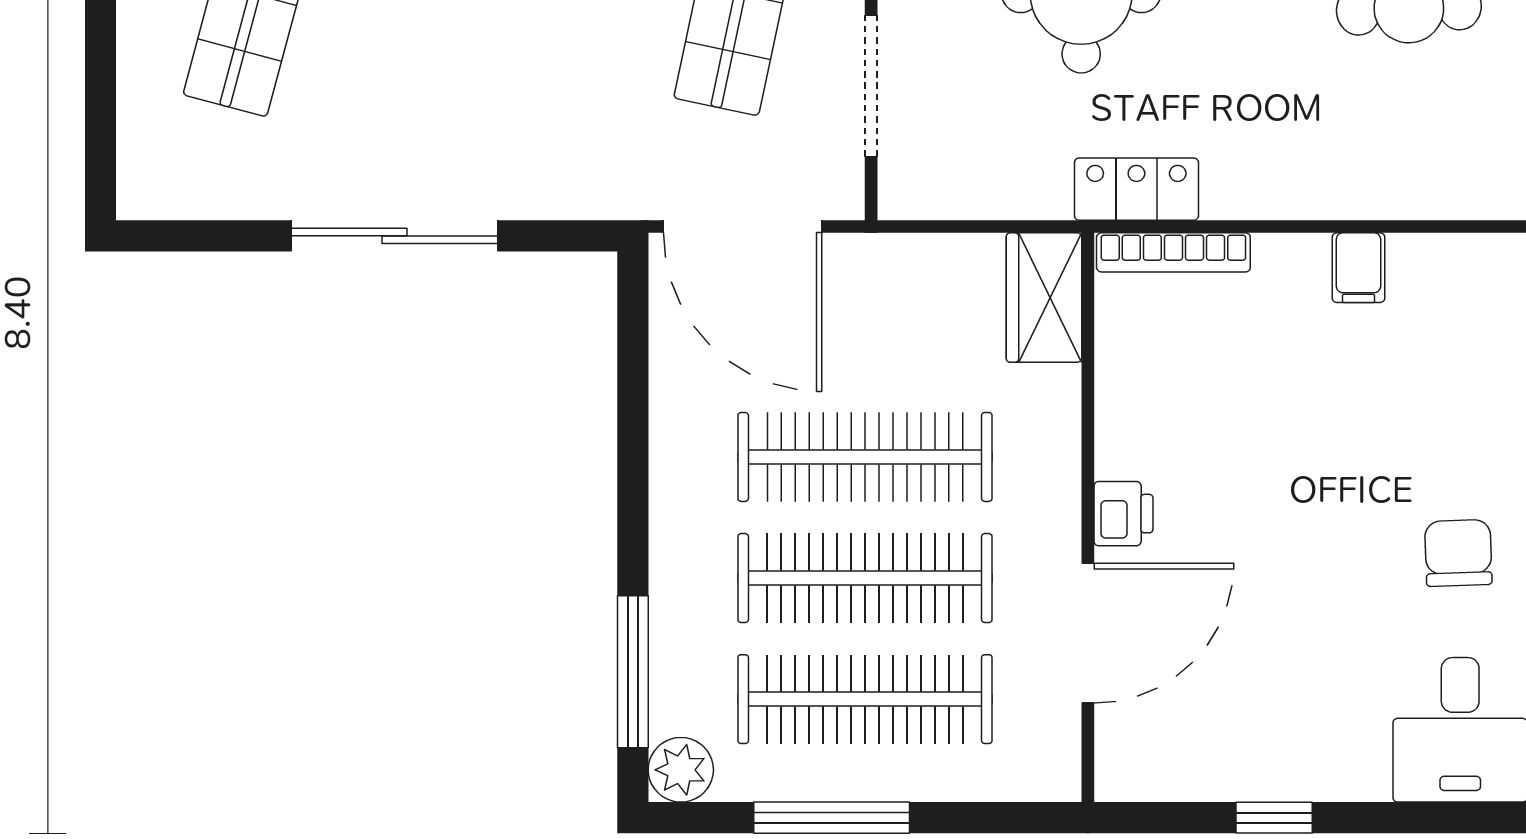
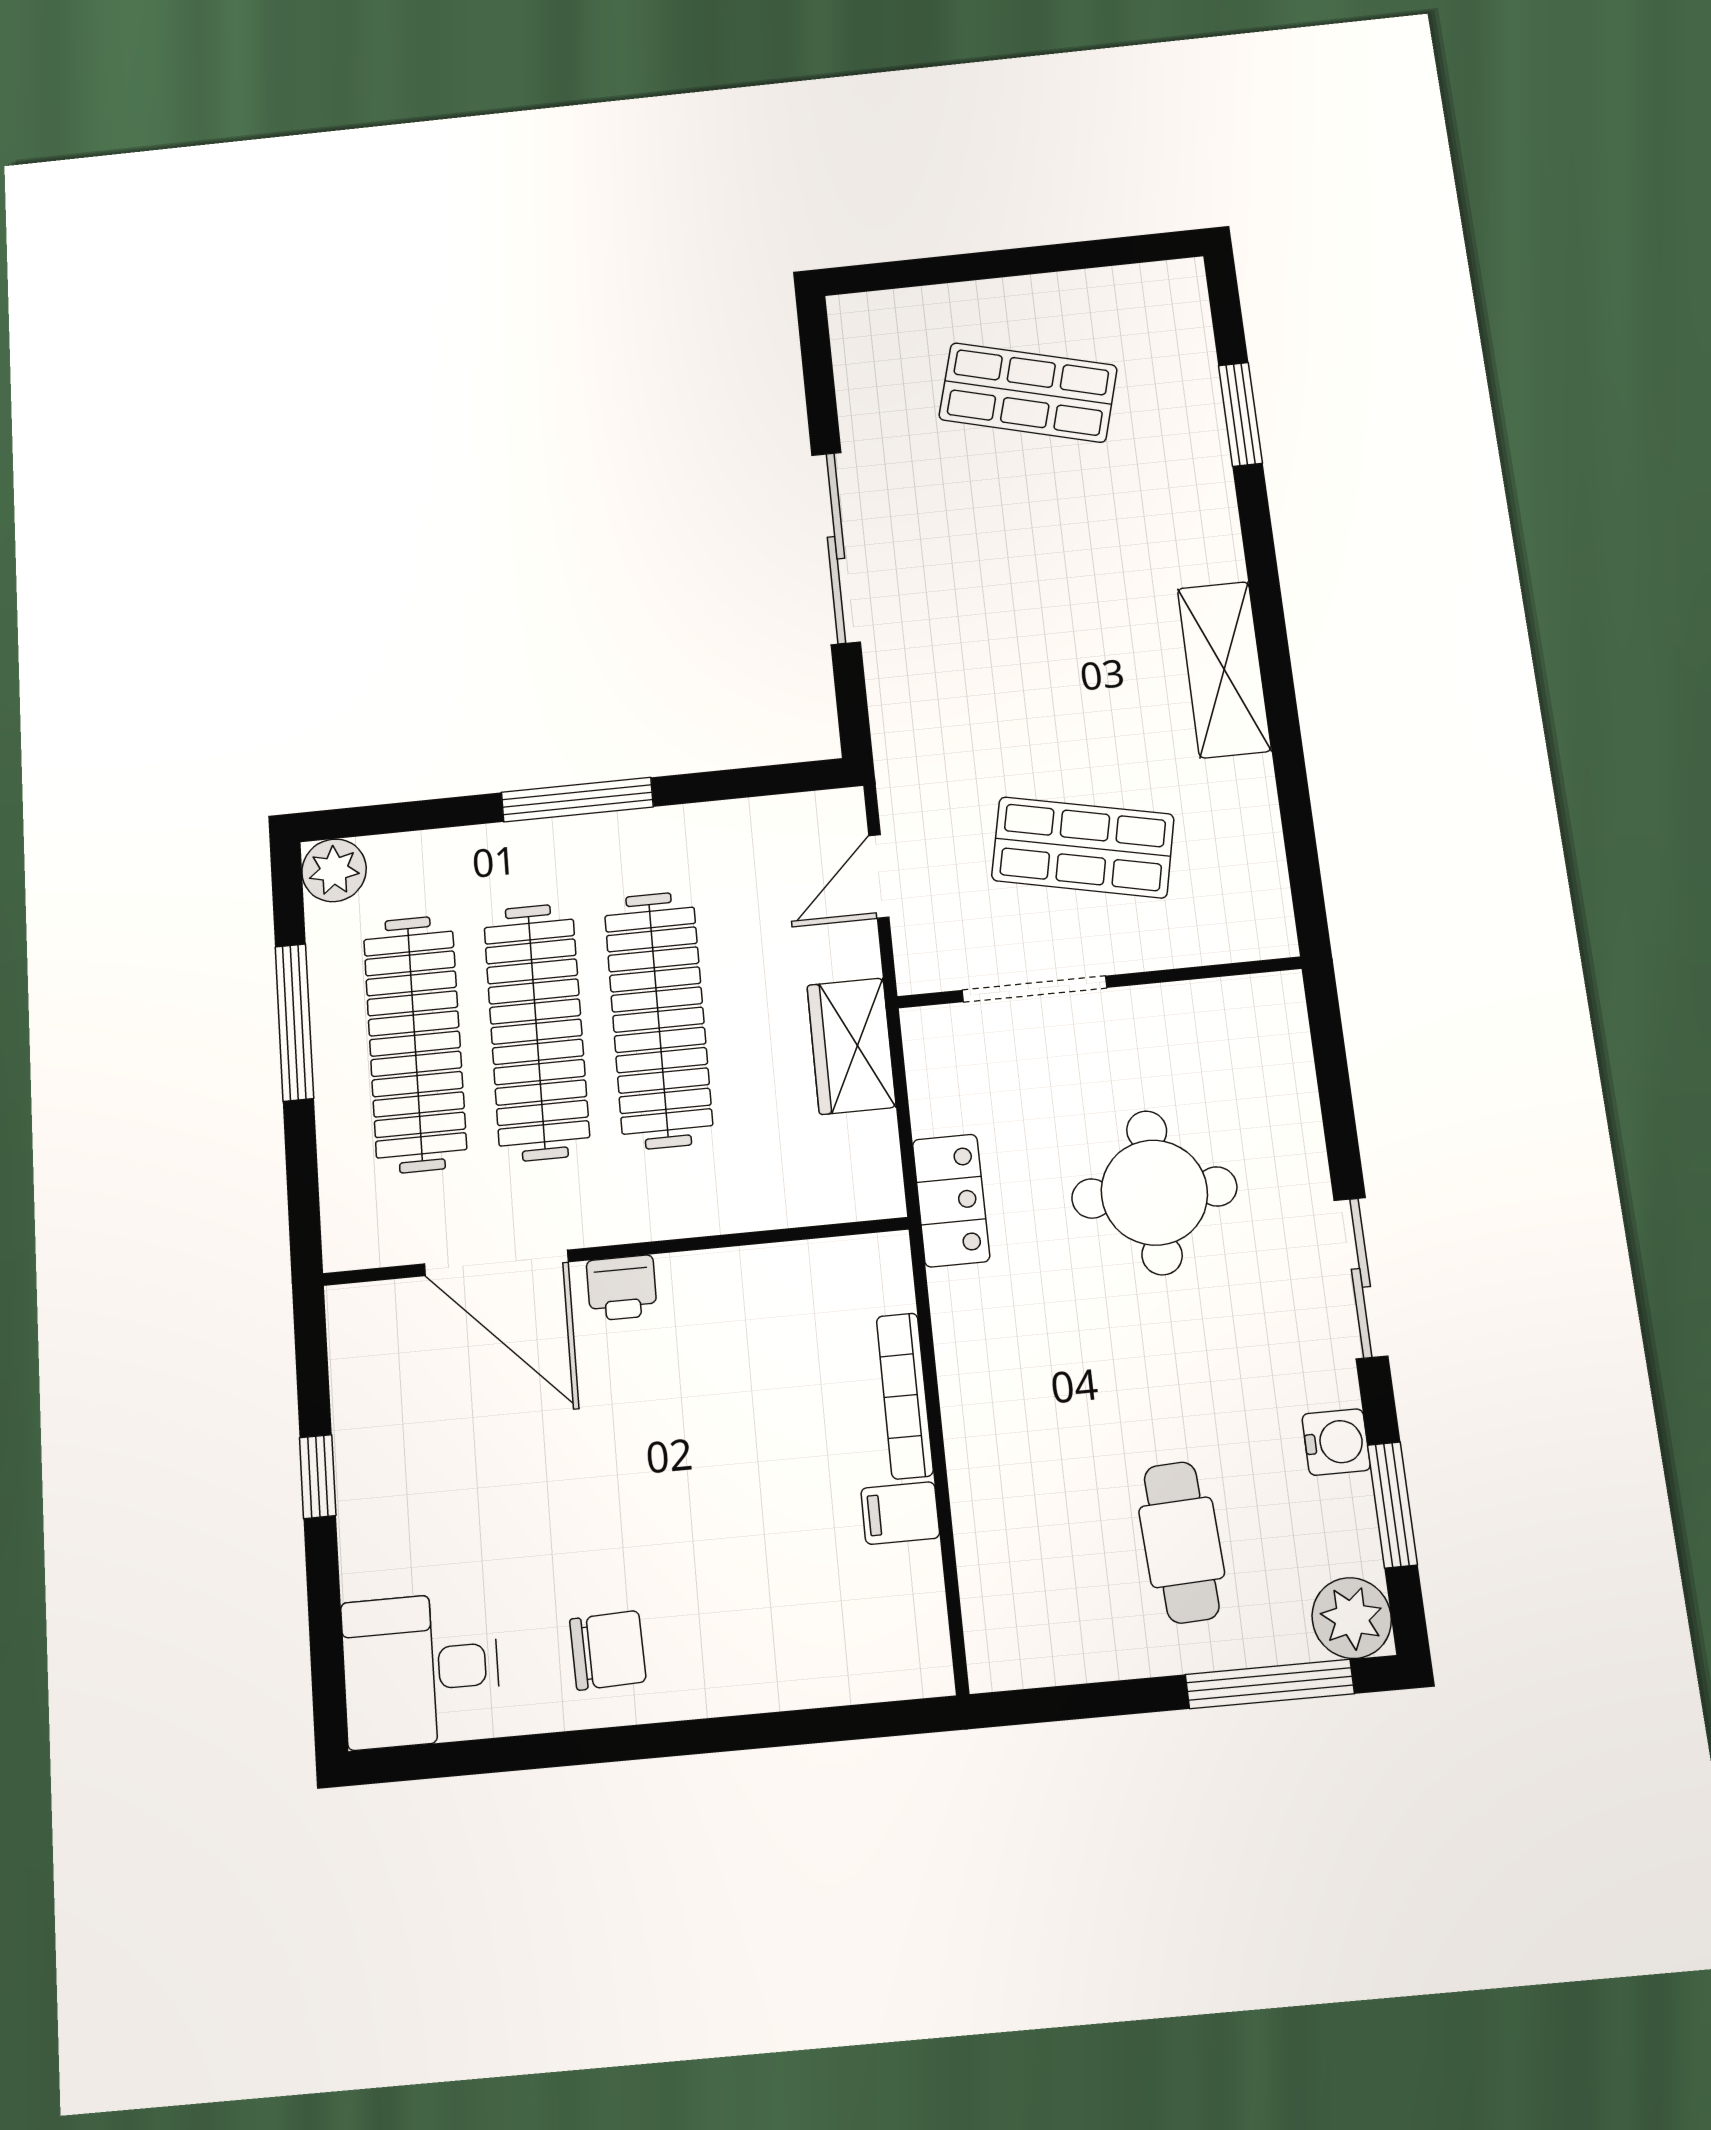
locker: (1136, 189) -> (951, 1200), moved
door: (743, 227) -> (879, 876), width x0.53
bookcase: (1173, 252) -> (905, 1396), moved
wardrobe: (1044, 298) -> (851, 1046), moved, turned -90
window: (633, 672) -> (577, 800), moved

